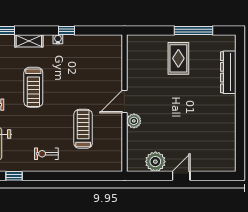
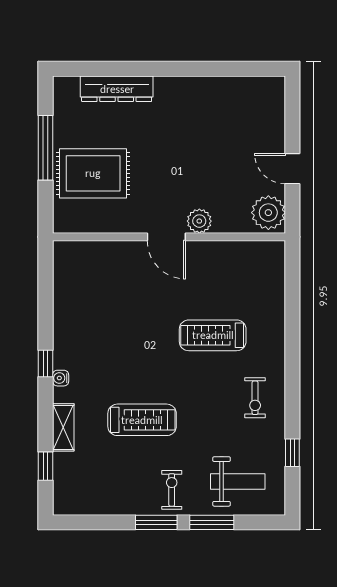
rug: (178, 58) -> (93, 173), width x1.36, depth x1.43
door: (124, 102) -> (166, 237), moved
wall: (124, 103) -> (169, 237), moved
plant: (134, 121) -> (199, 221), moved

